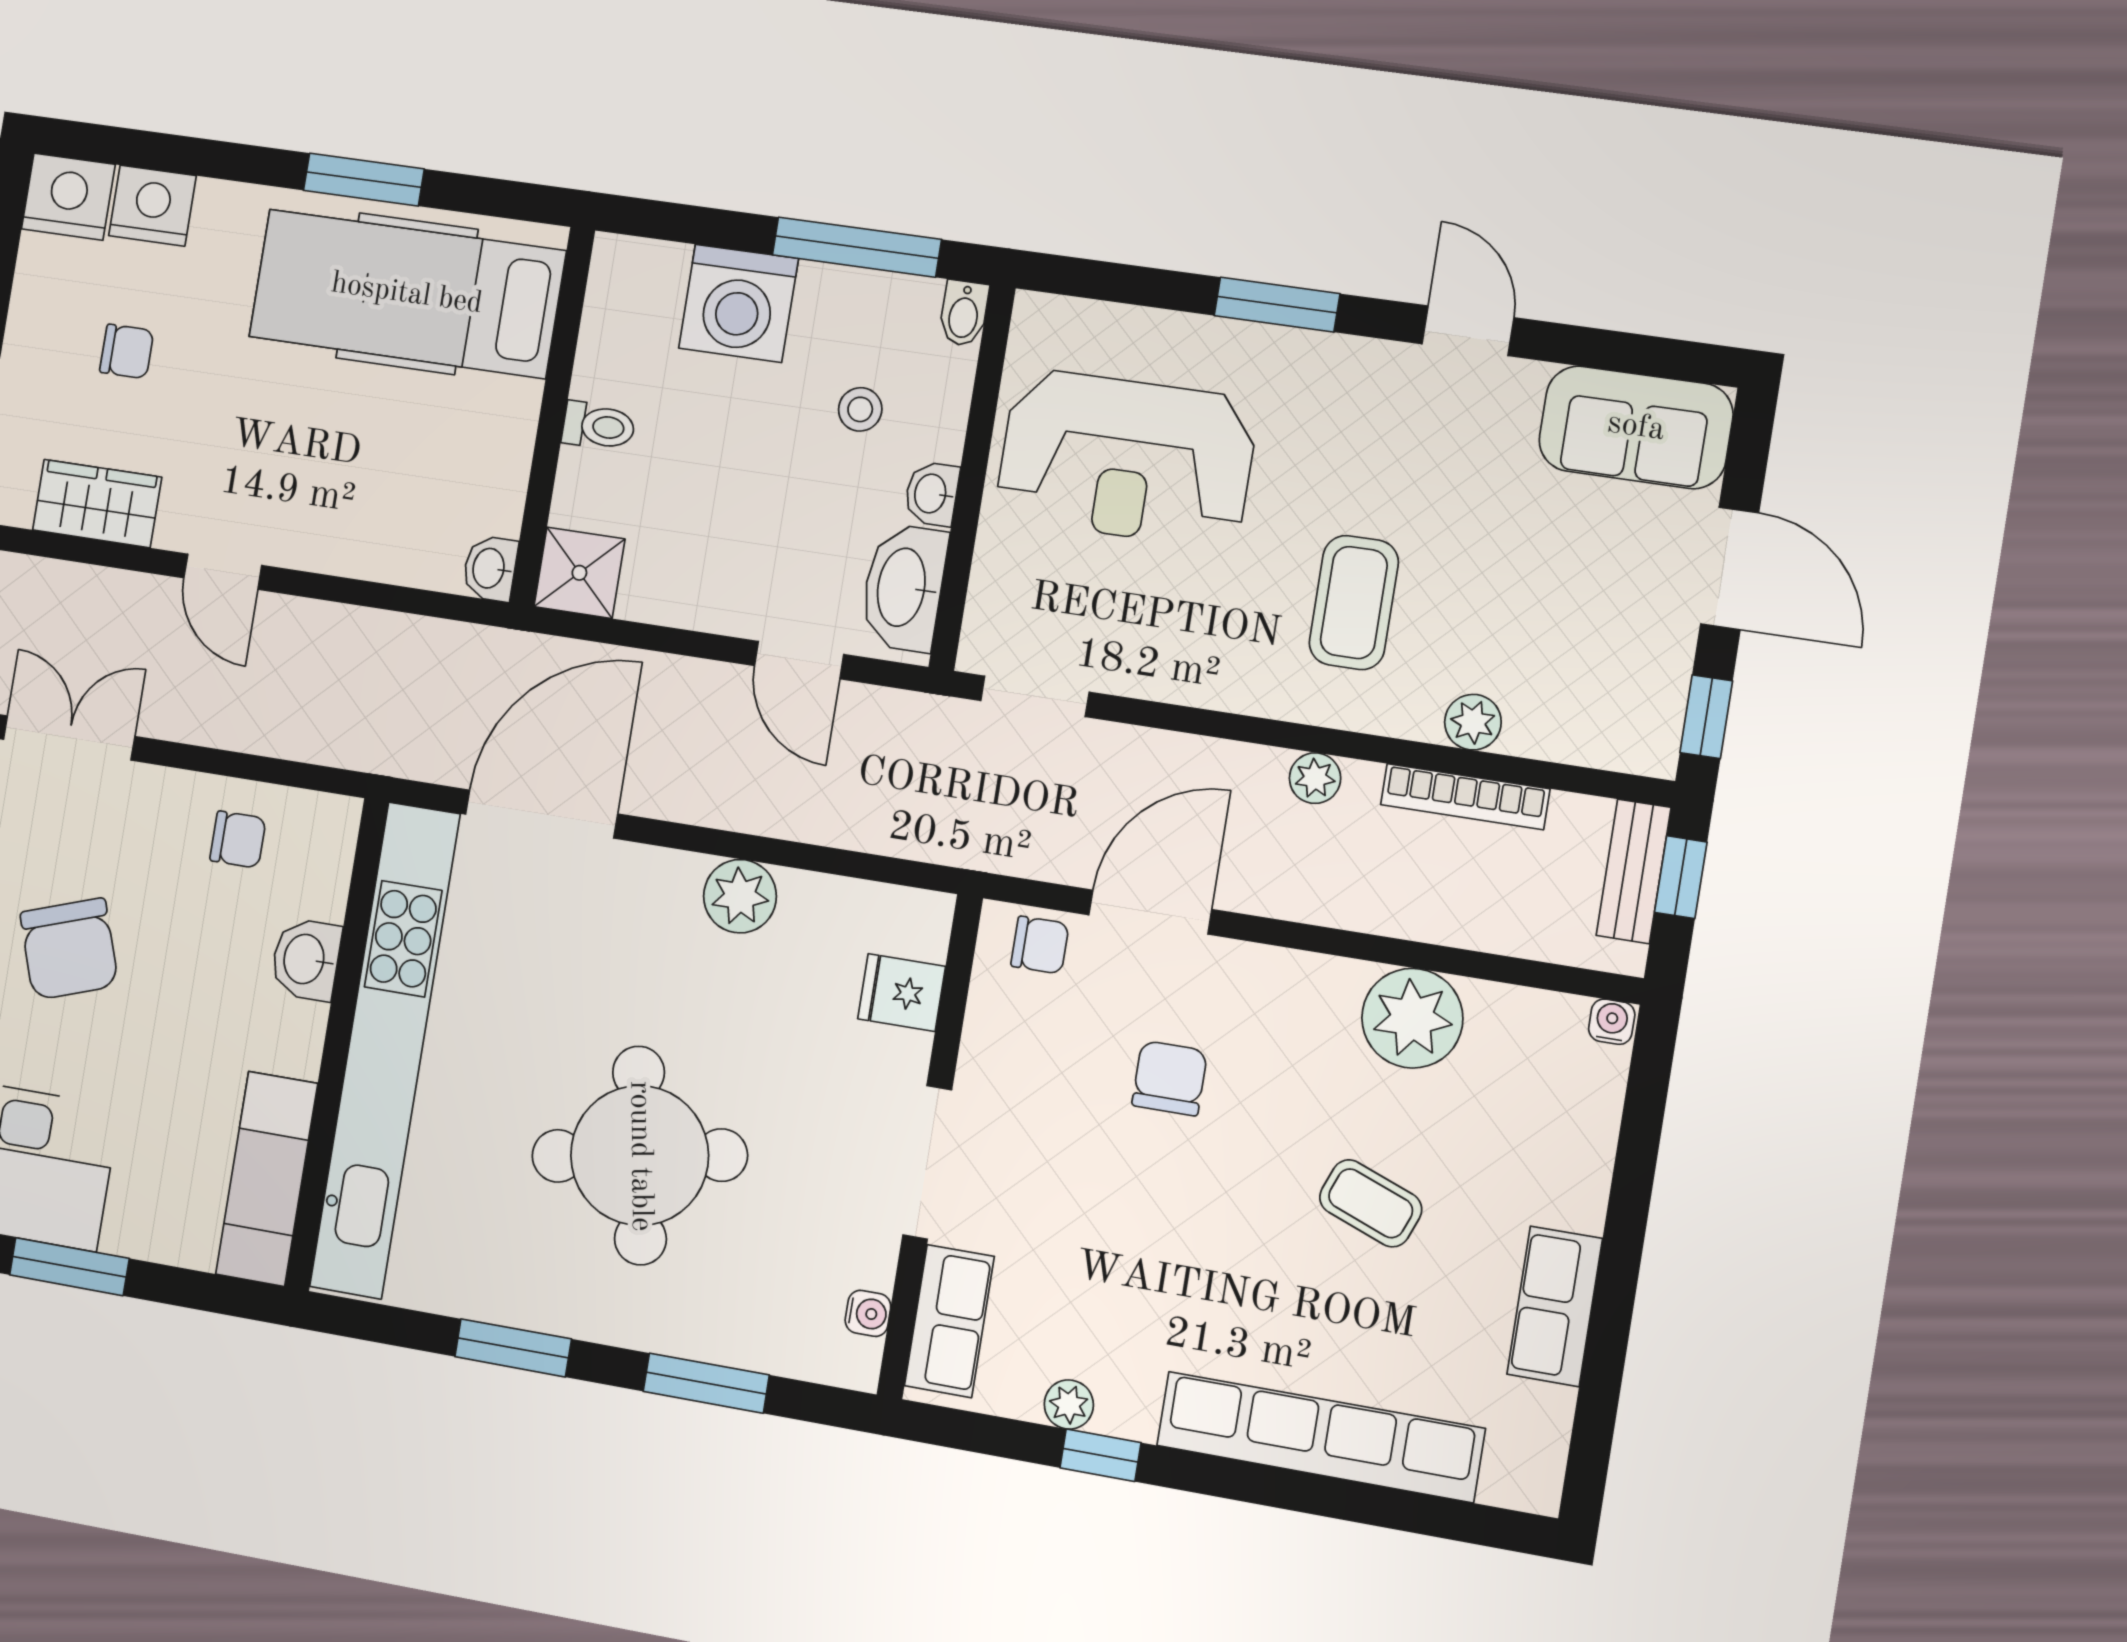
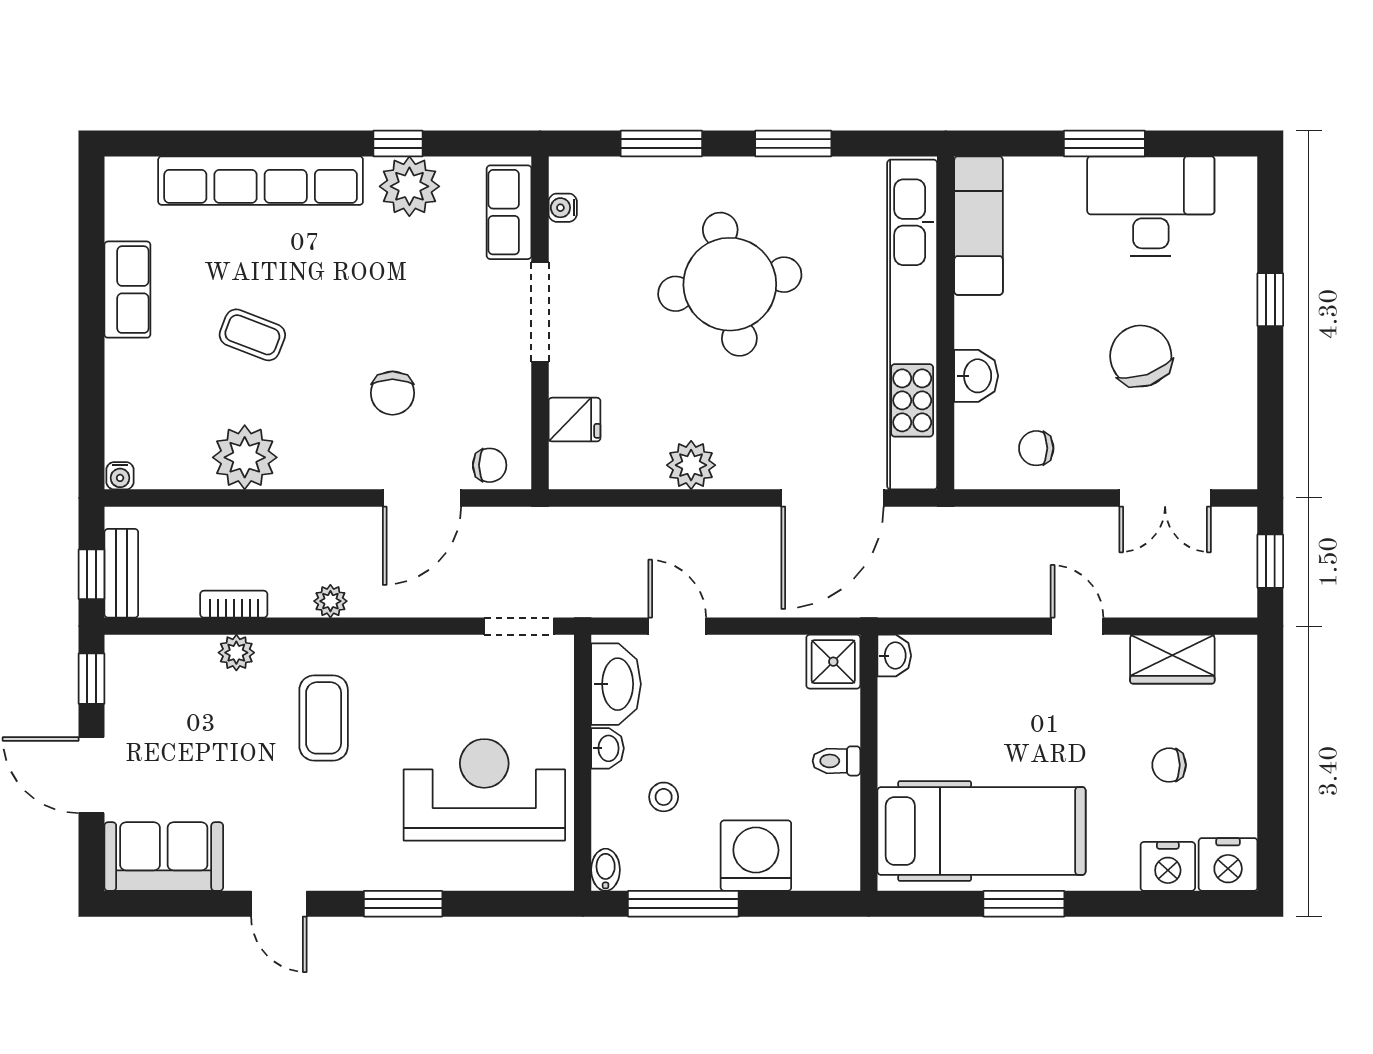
bookcase: (1465, 797) -> (234, 604), width x0.64
chair: (1040, 945) -> (490, 465), turned 180
plant: (1069, 1404) -> (409, 186), width x1.88, depth x1.88

